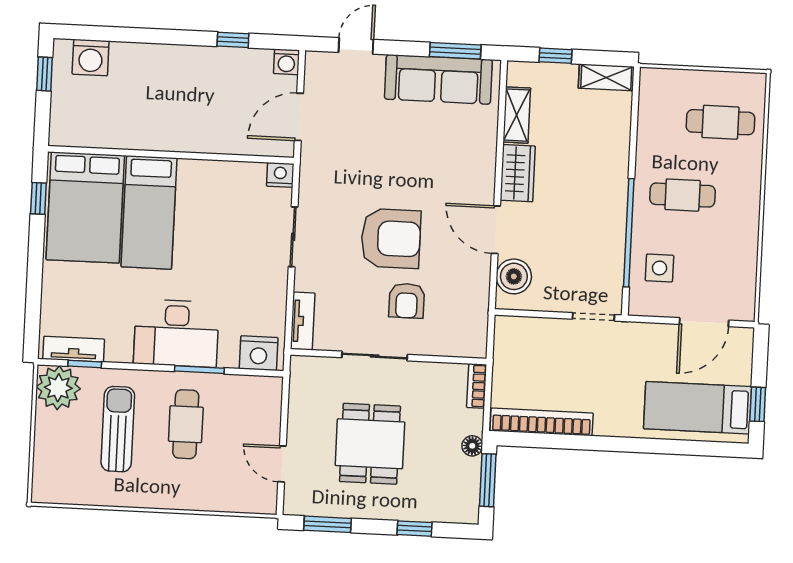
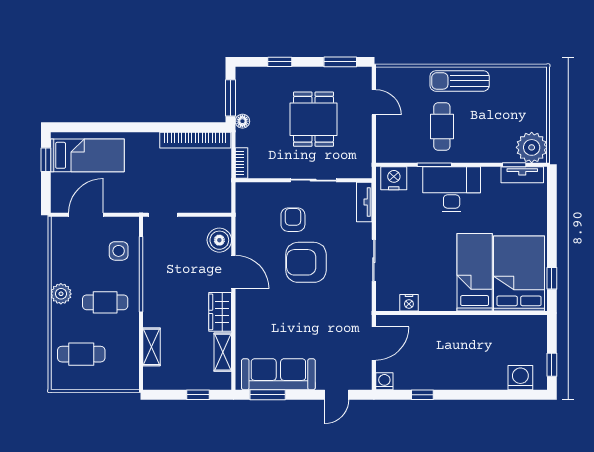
shelving: (606, 77) -> (152, 347), moved, turned 90
nightstand: (280, 175) -> (409, 303), moved
plant: (745, 210) -> (61, 294), added
sun lounger: (118, 429) -> (460, 81), moved, turned 90

